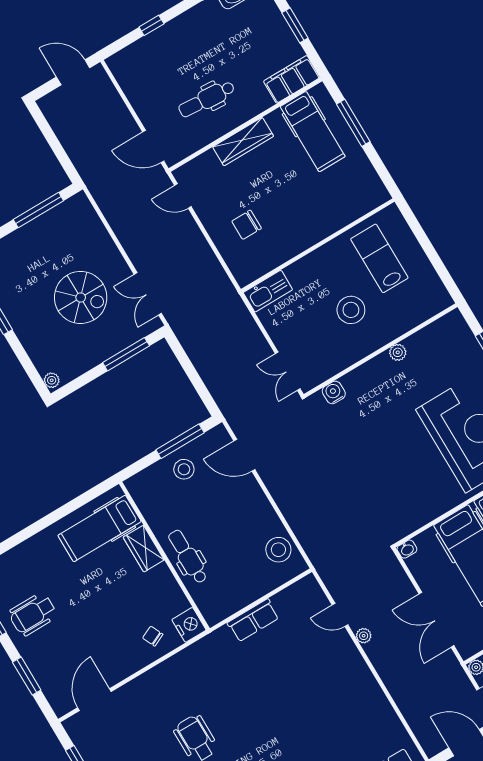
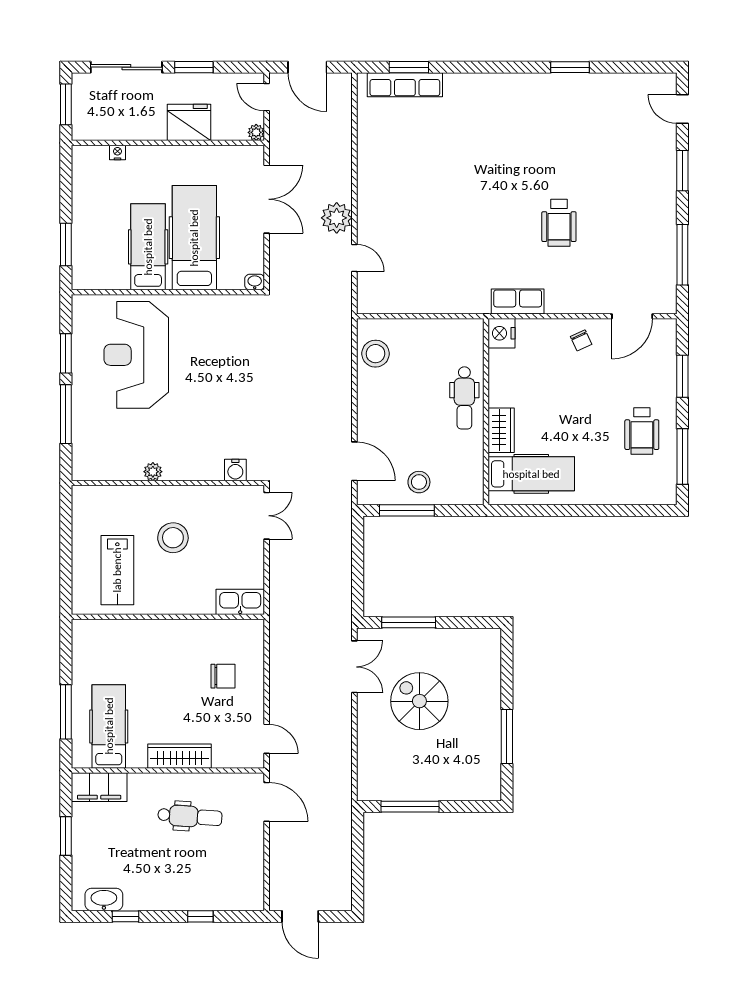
plant: (52, 380) -> (493, 640), removed
wheelchair: (33, 614) -> (642, 431), turned 90
row of seats: (253, 620) -> (518, 301), moved
chair: (153, 636) -> (581, 340), moved
plant: (364, 636) -> (337, 218), width x1.88, depth x1.88

